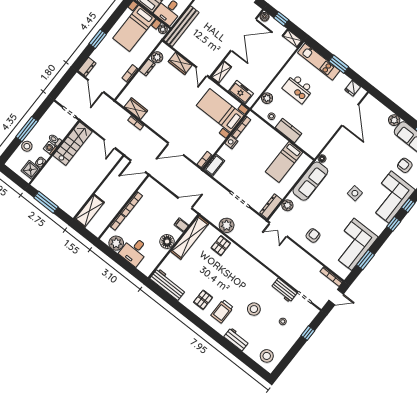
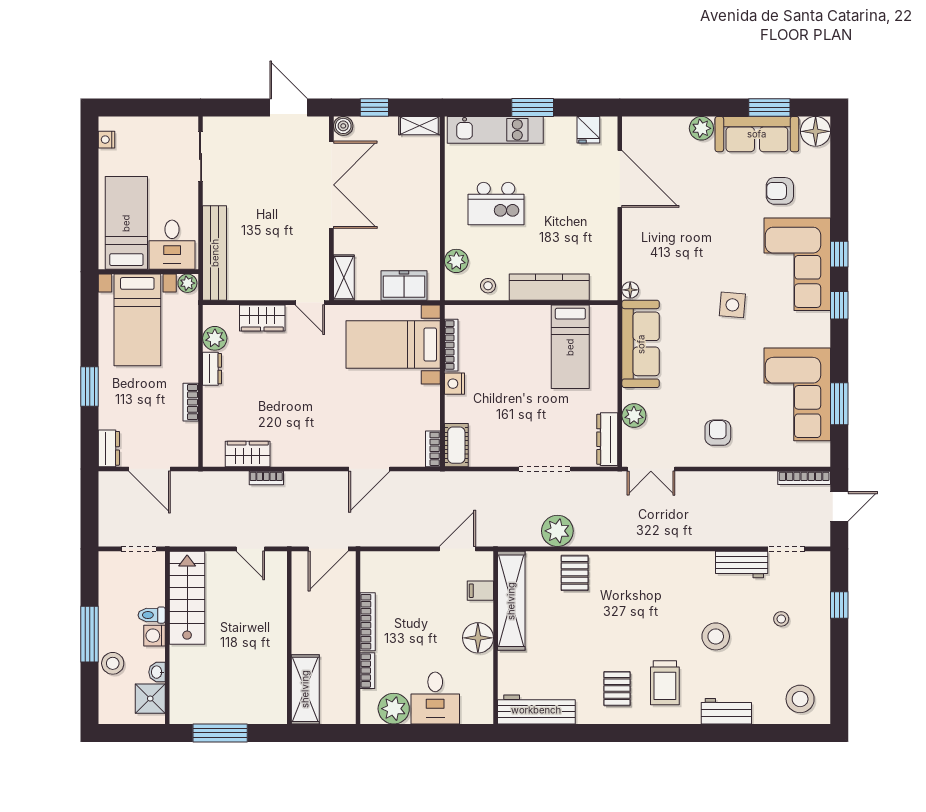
kitchen counter: (288, 131) -> (549, 287), width x1.50

